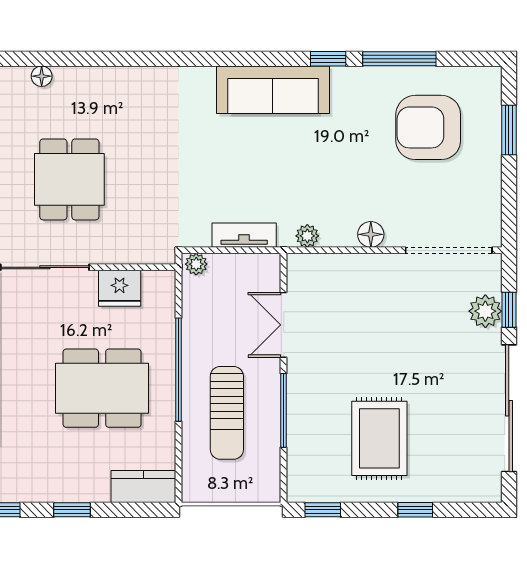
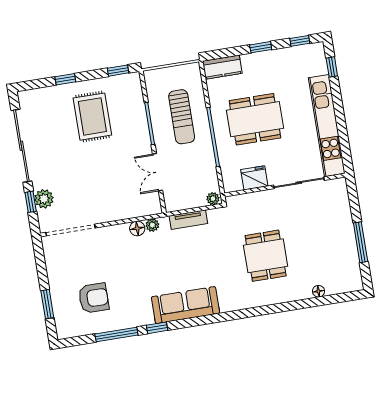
armchair: (428, 127) -> (94, 298), width x0.73, depth x0.73
dining table: (69, 179) -> (266, 256), moved
floor lamp: (371, 234) -> (137, 228), moved
double door: (284, 325) -> (158, 172), swing flipped
sun lounger: (227, 413) -> (182, 117), turned 180

